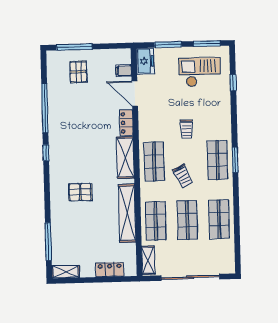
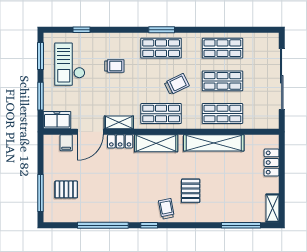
trolley: (186, 129) -> (114, 66), moved
trolley: (62, 169) -> (166, 209), added
shelving: (148, 260) -> (119, 122), moved

